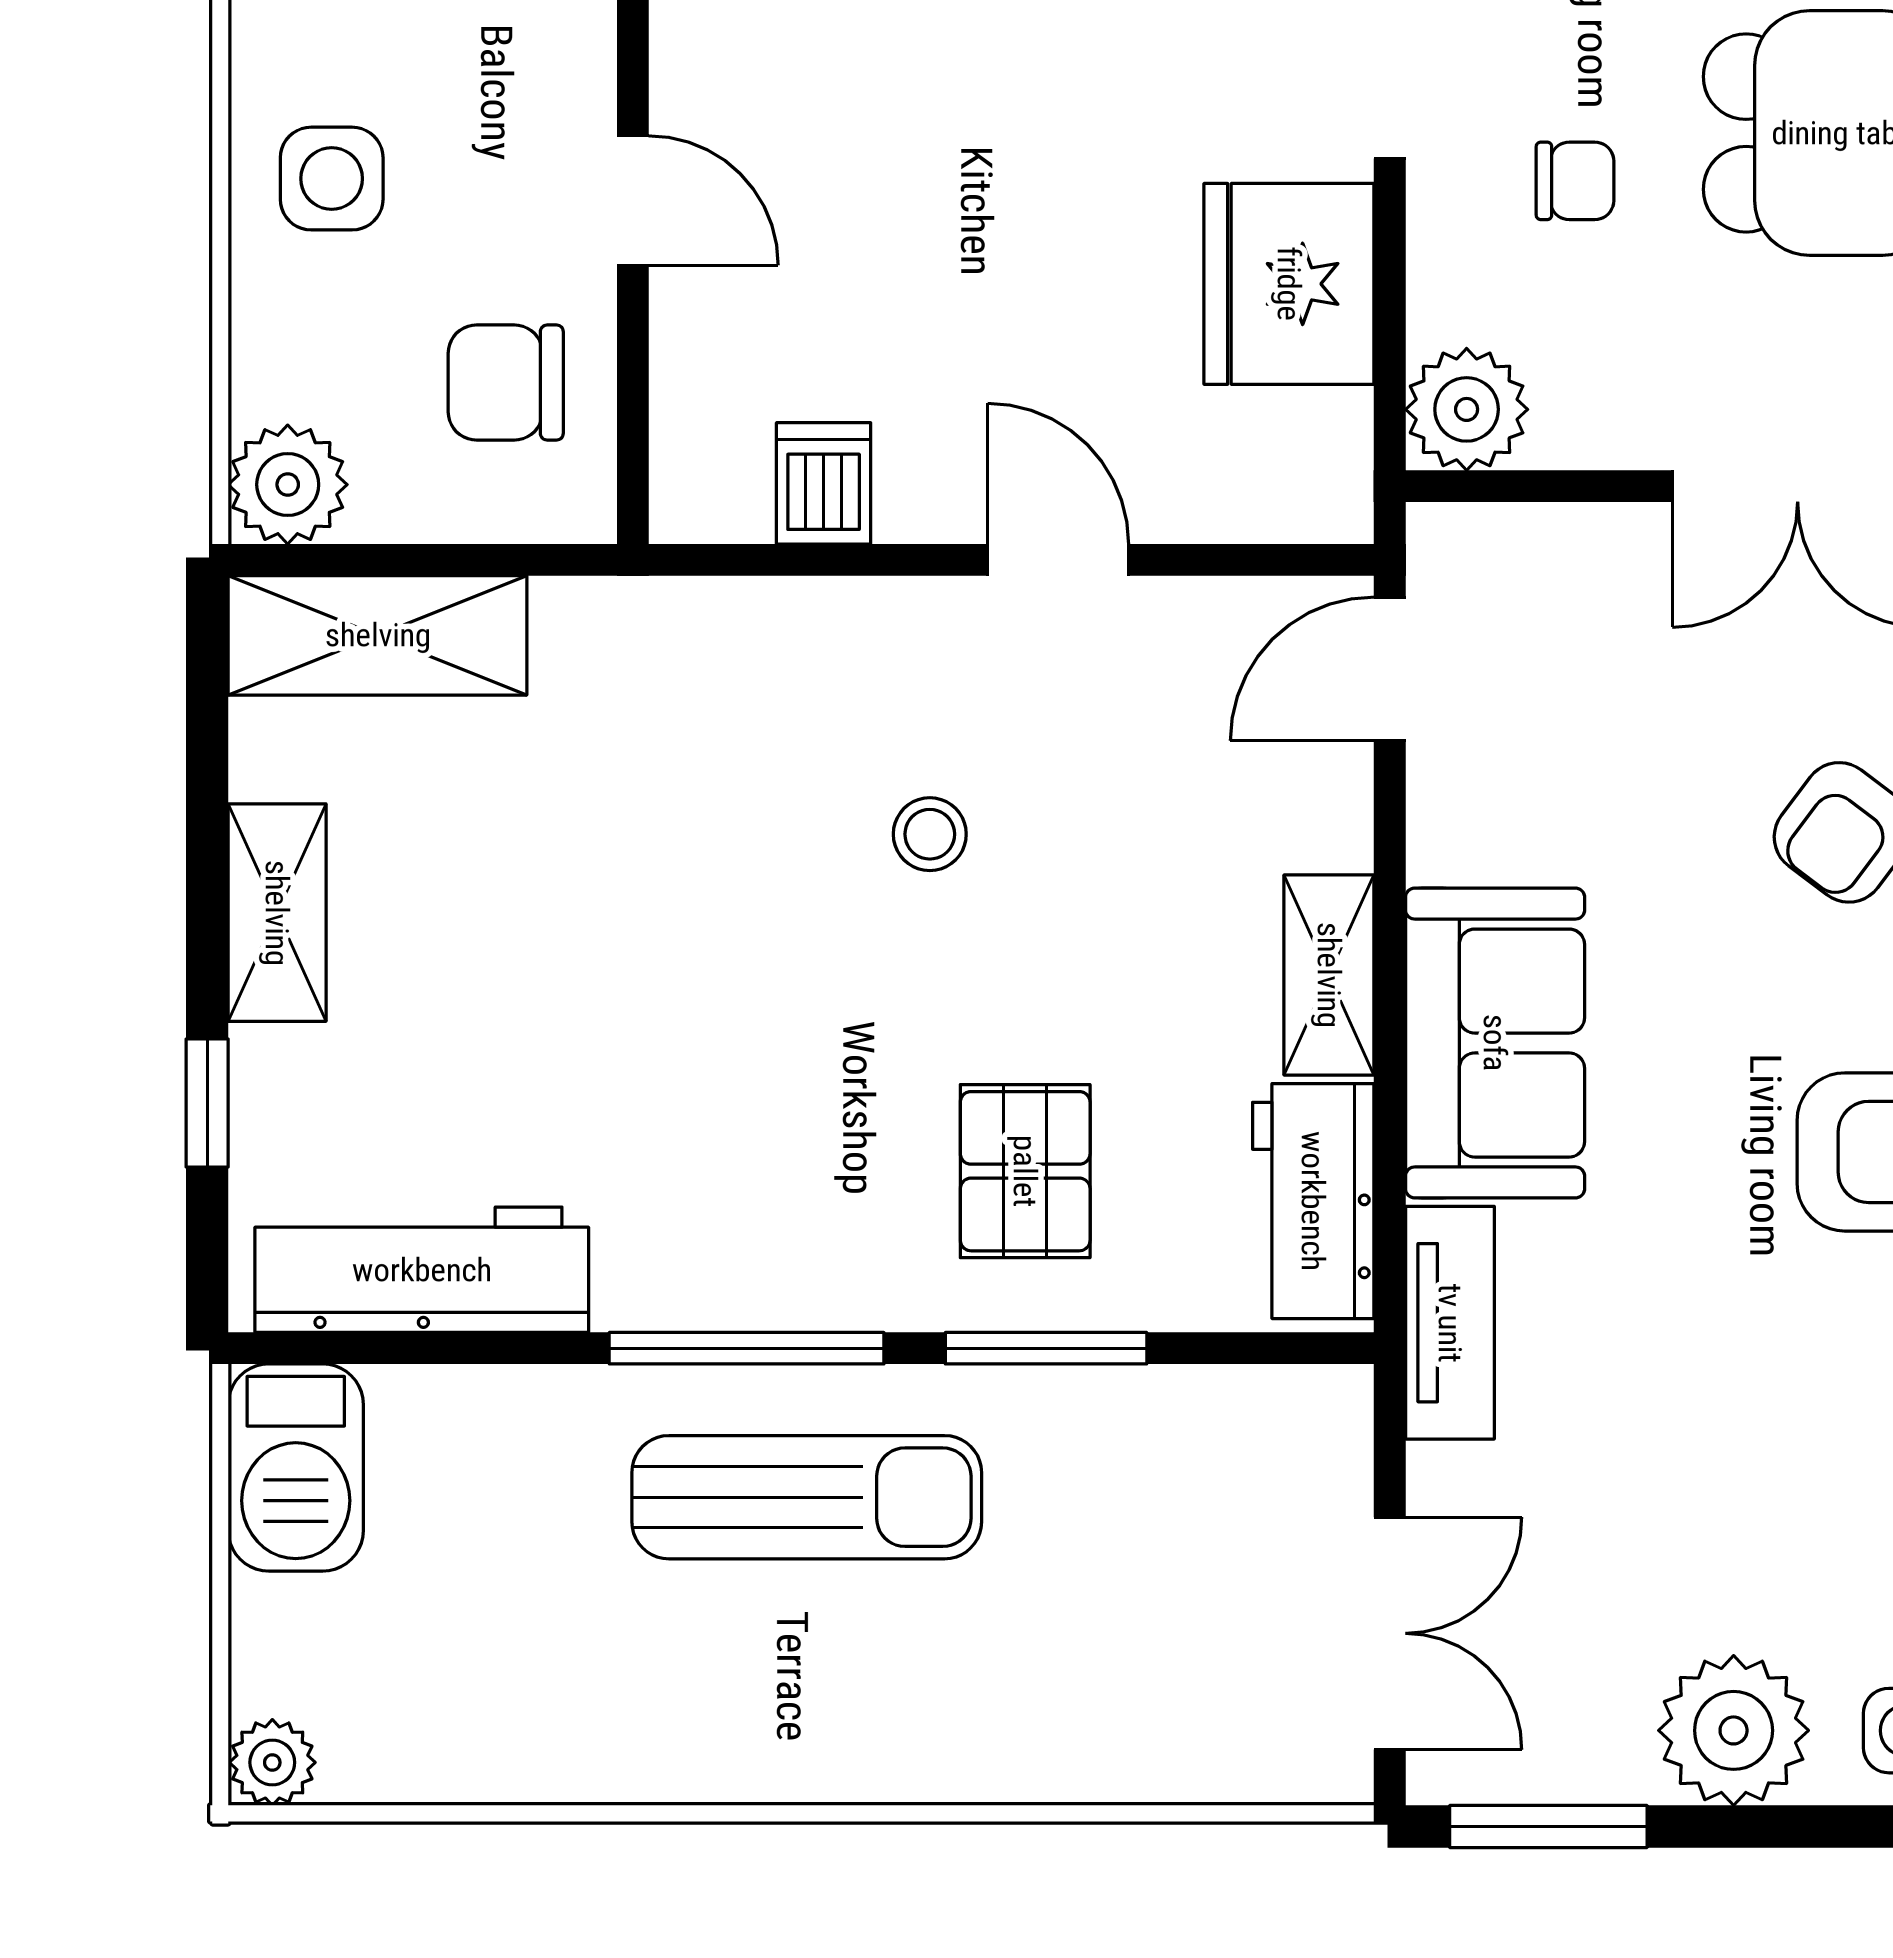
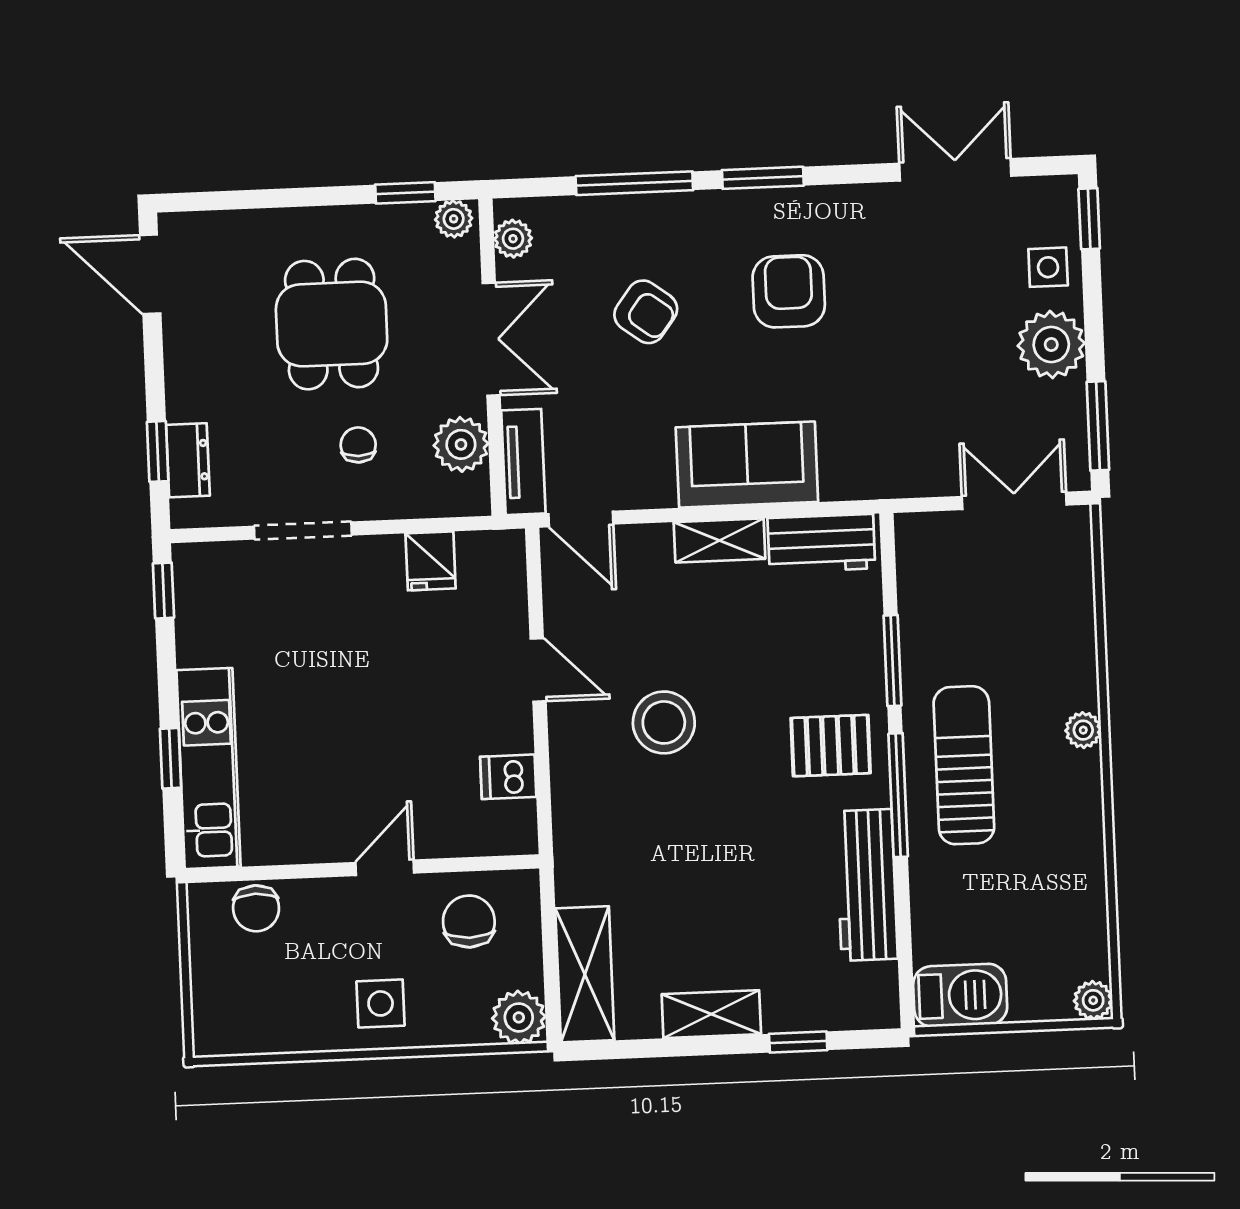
fridge: (1289, 284) -> (431, 561), width x0.53, depth x0.75
chair: (506, 383) -> (469, 921), turned 180
plant: (1467, 409) -> (461, 444), moved
door: (1058, 560) -> (538, 670), swing flipped
stool: (930, 834) -> (664, 722), width x1.89, depth x1.89
pallet: (1025, 1171) -> (831, 746), moved
workbench: (422, 1270) -> (867, 885), moved
tv unit: (1450, 1323) -> (523, 462), moved, turned 90
plant: (874, 1766) -> (1083, 730), added

